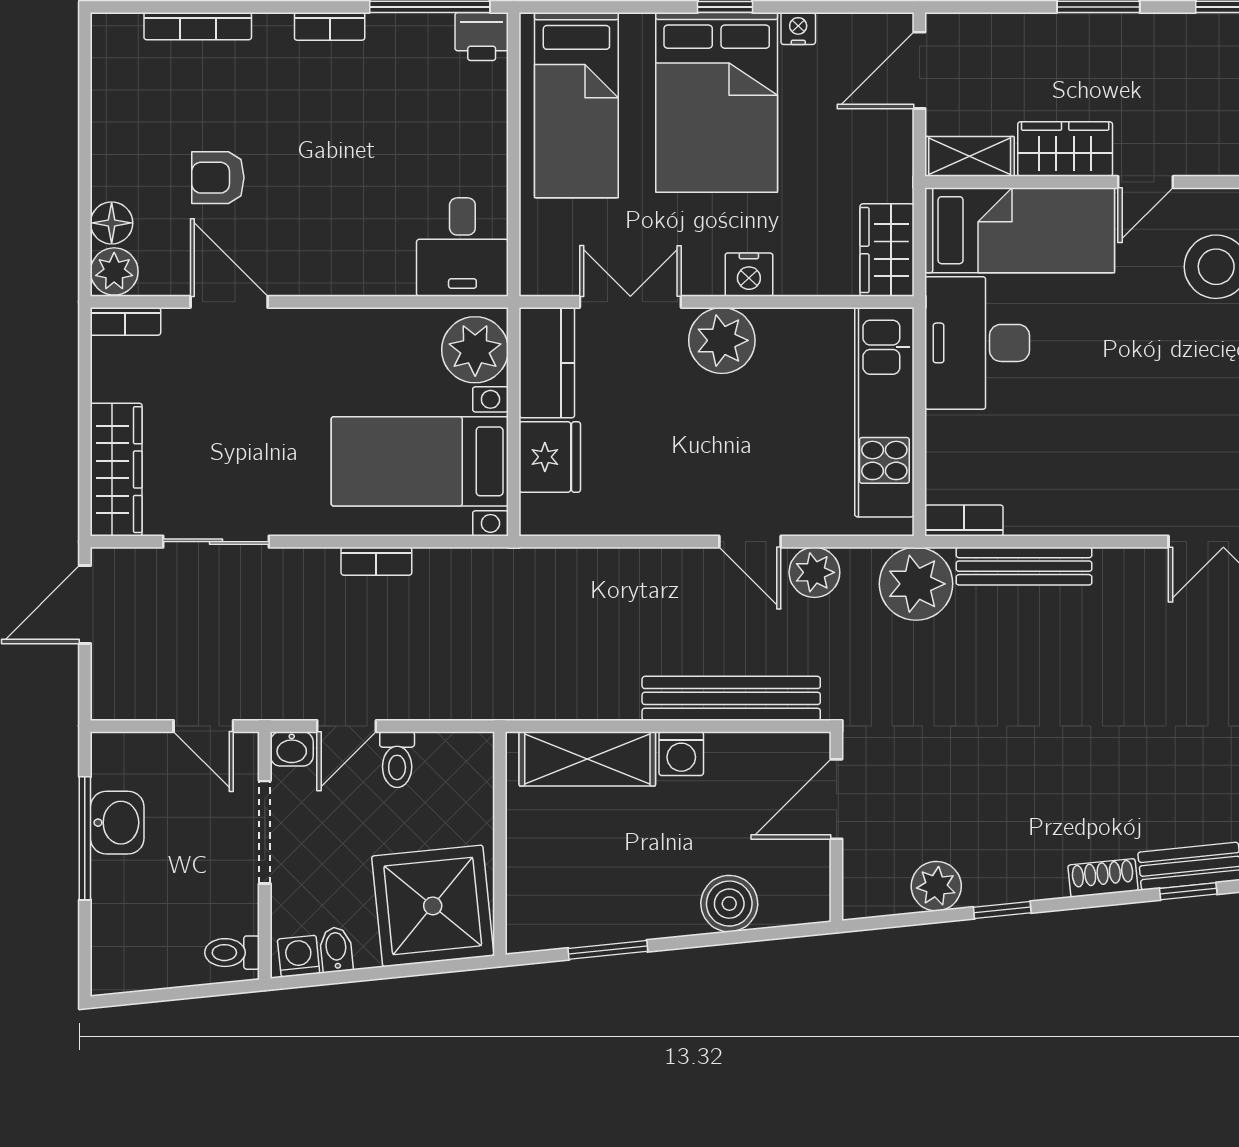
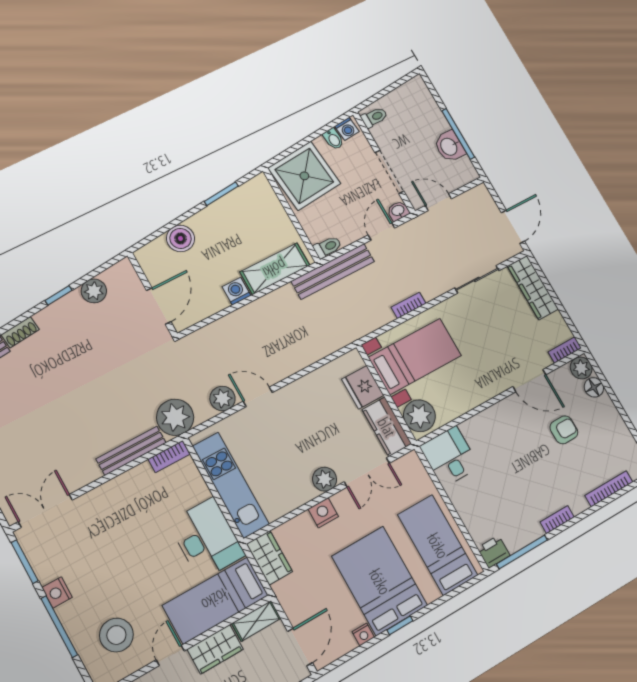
plant: (722, 340) -> (325, 479), width x0.73, depth x0.73
bench: (731, 698) -> (333, 271), moved
toilet: (397, 760) -> (327, 247), moved, turned 90

